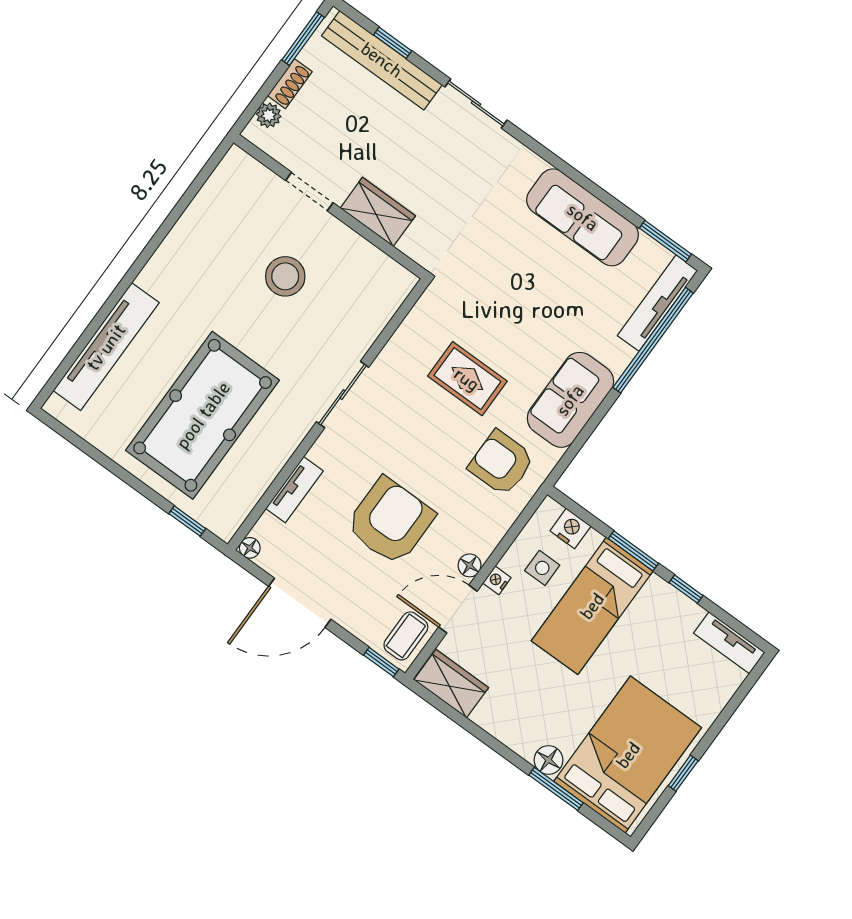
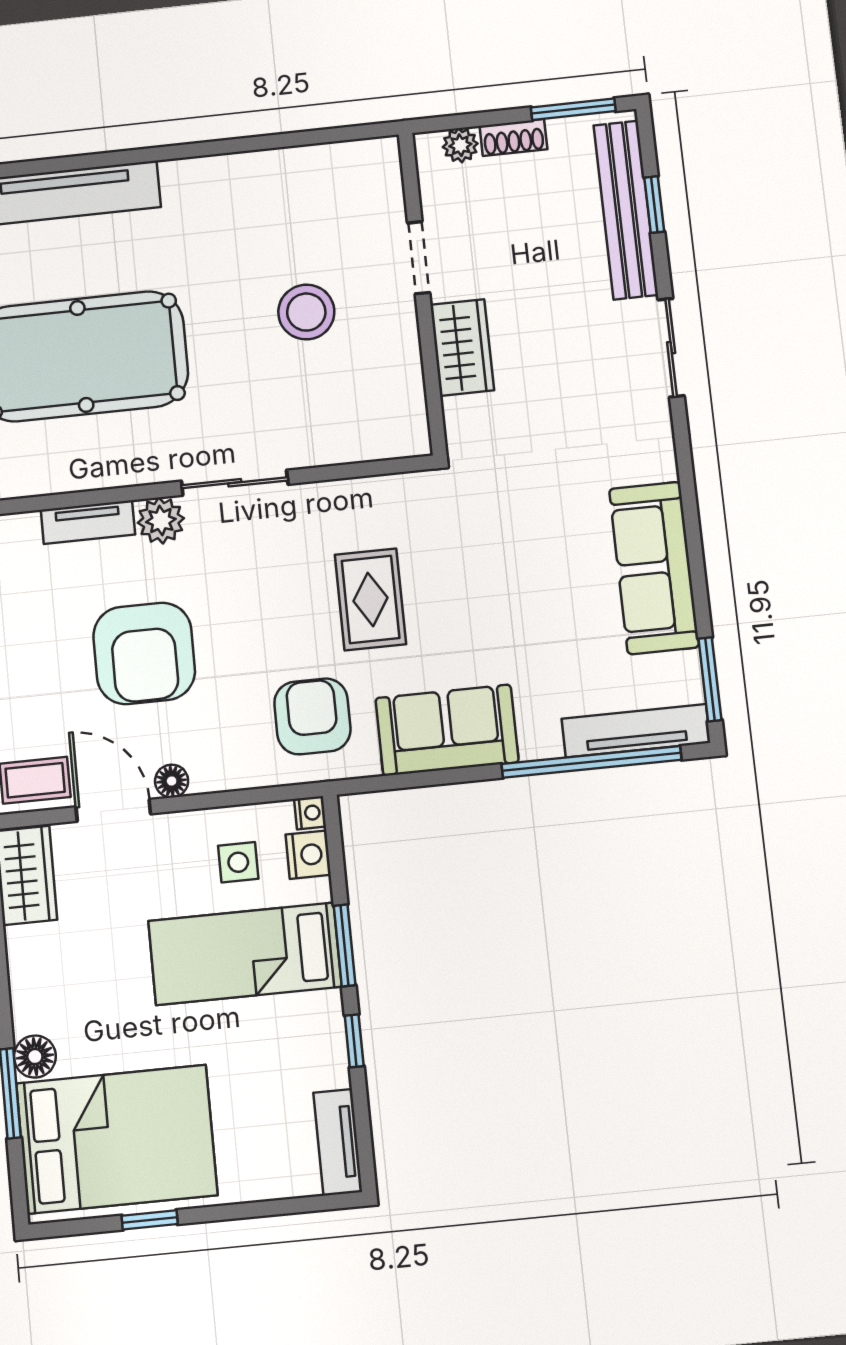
plant: (328, 451) -> (161, 521), added
armchair: (390, 521) -> (144, 653), turned 90
nightstand: (497, 580) -> (310, 813), moved, turned 90

